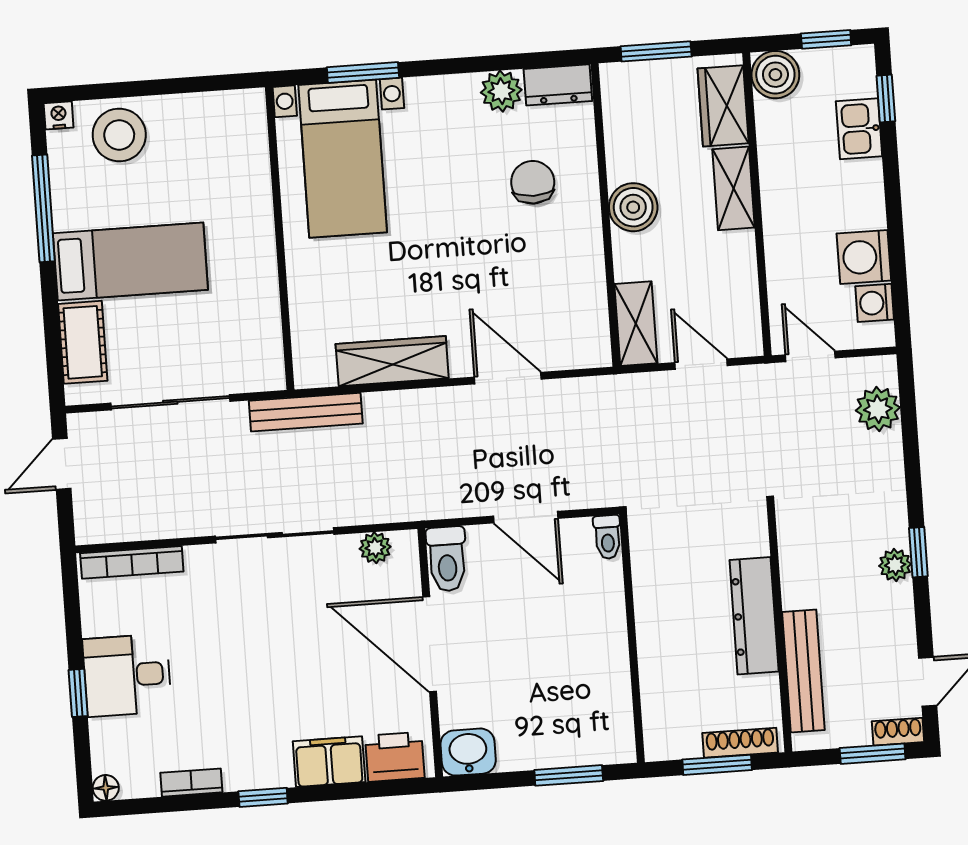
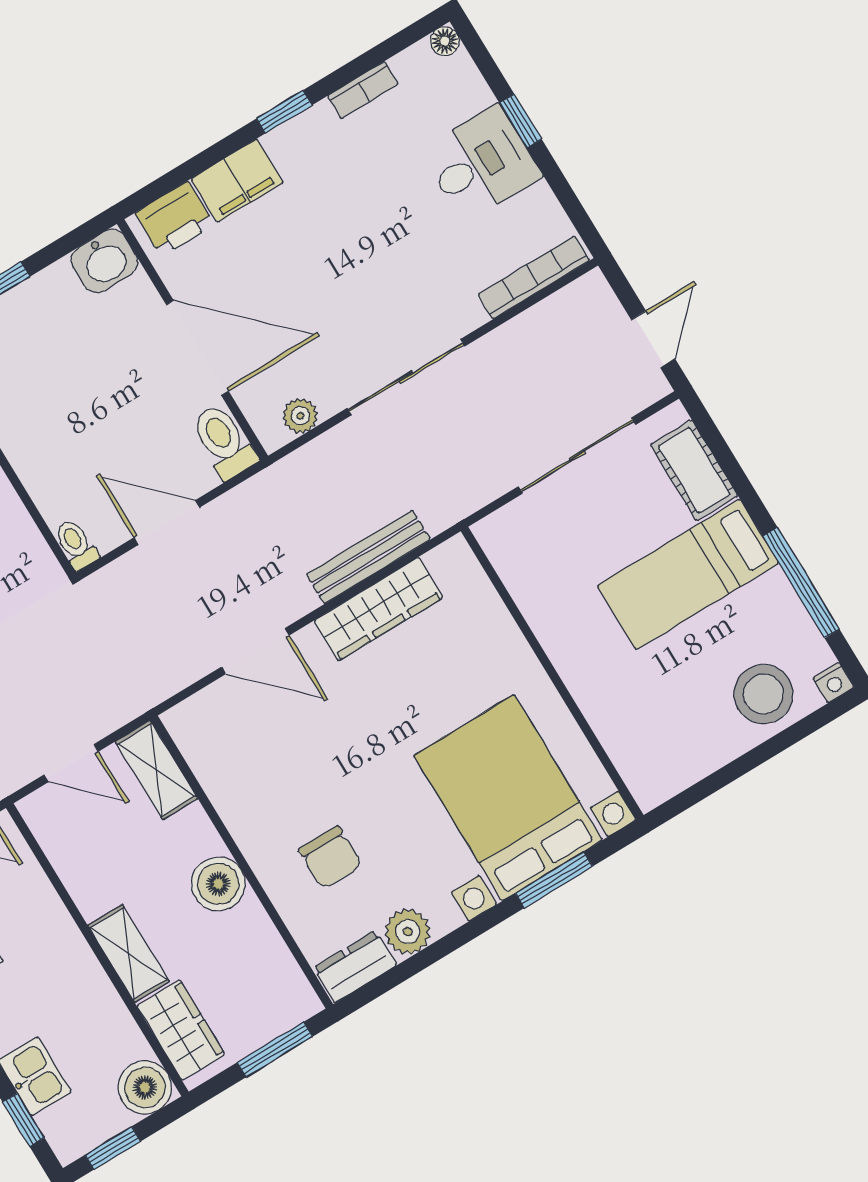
bed with nightstands: (343, 159) -> (508, 798), width x1.36
bench: (306, 412) -> (368, 557), moved

